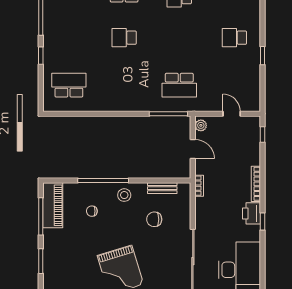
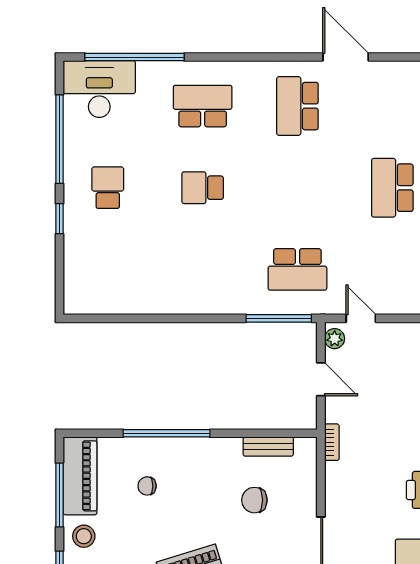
school desk: (234, 38) -> (392, 188), width x1.85
school desk: (69, 85) -> (108, 188), moved, width x0.54
door: (232, 114) -> (361, 318), moved
stool: (124, 195) -> (84, 536), moved

